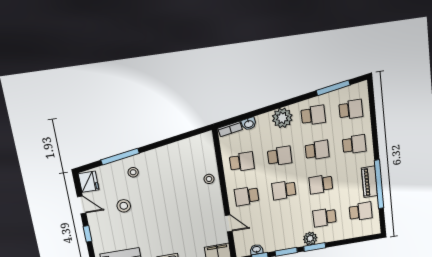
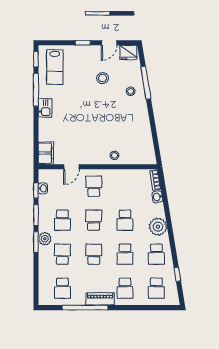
window: (333, 88) -> (177, 274), width x0.46
school desk: (242, 162) -> (62, 220), moved
piano: (369, 182) -> (100, 299), moved

